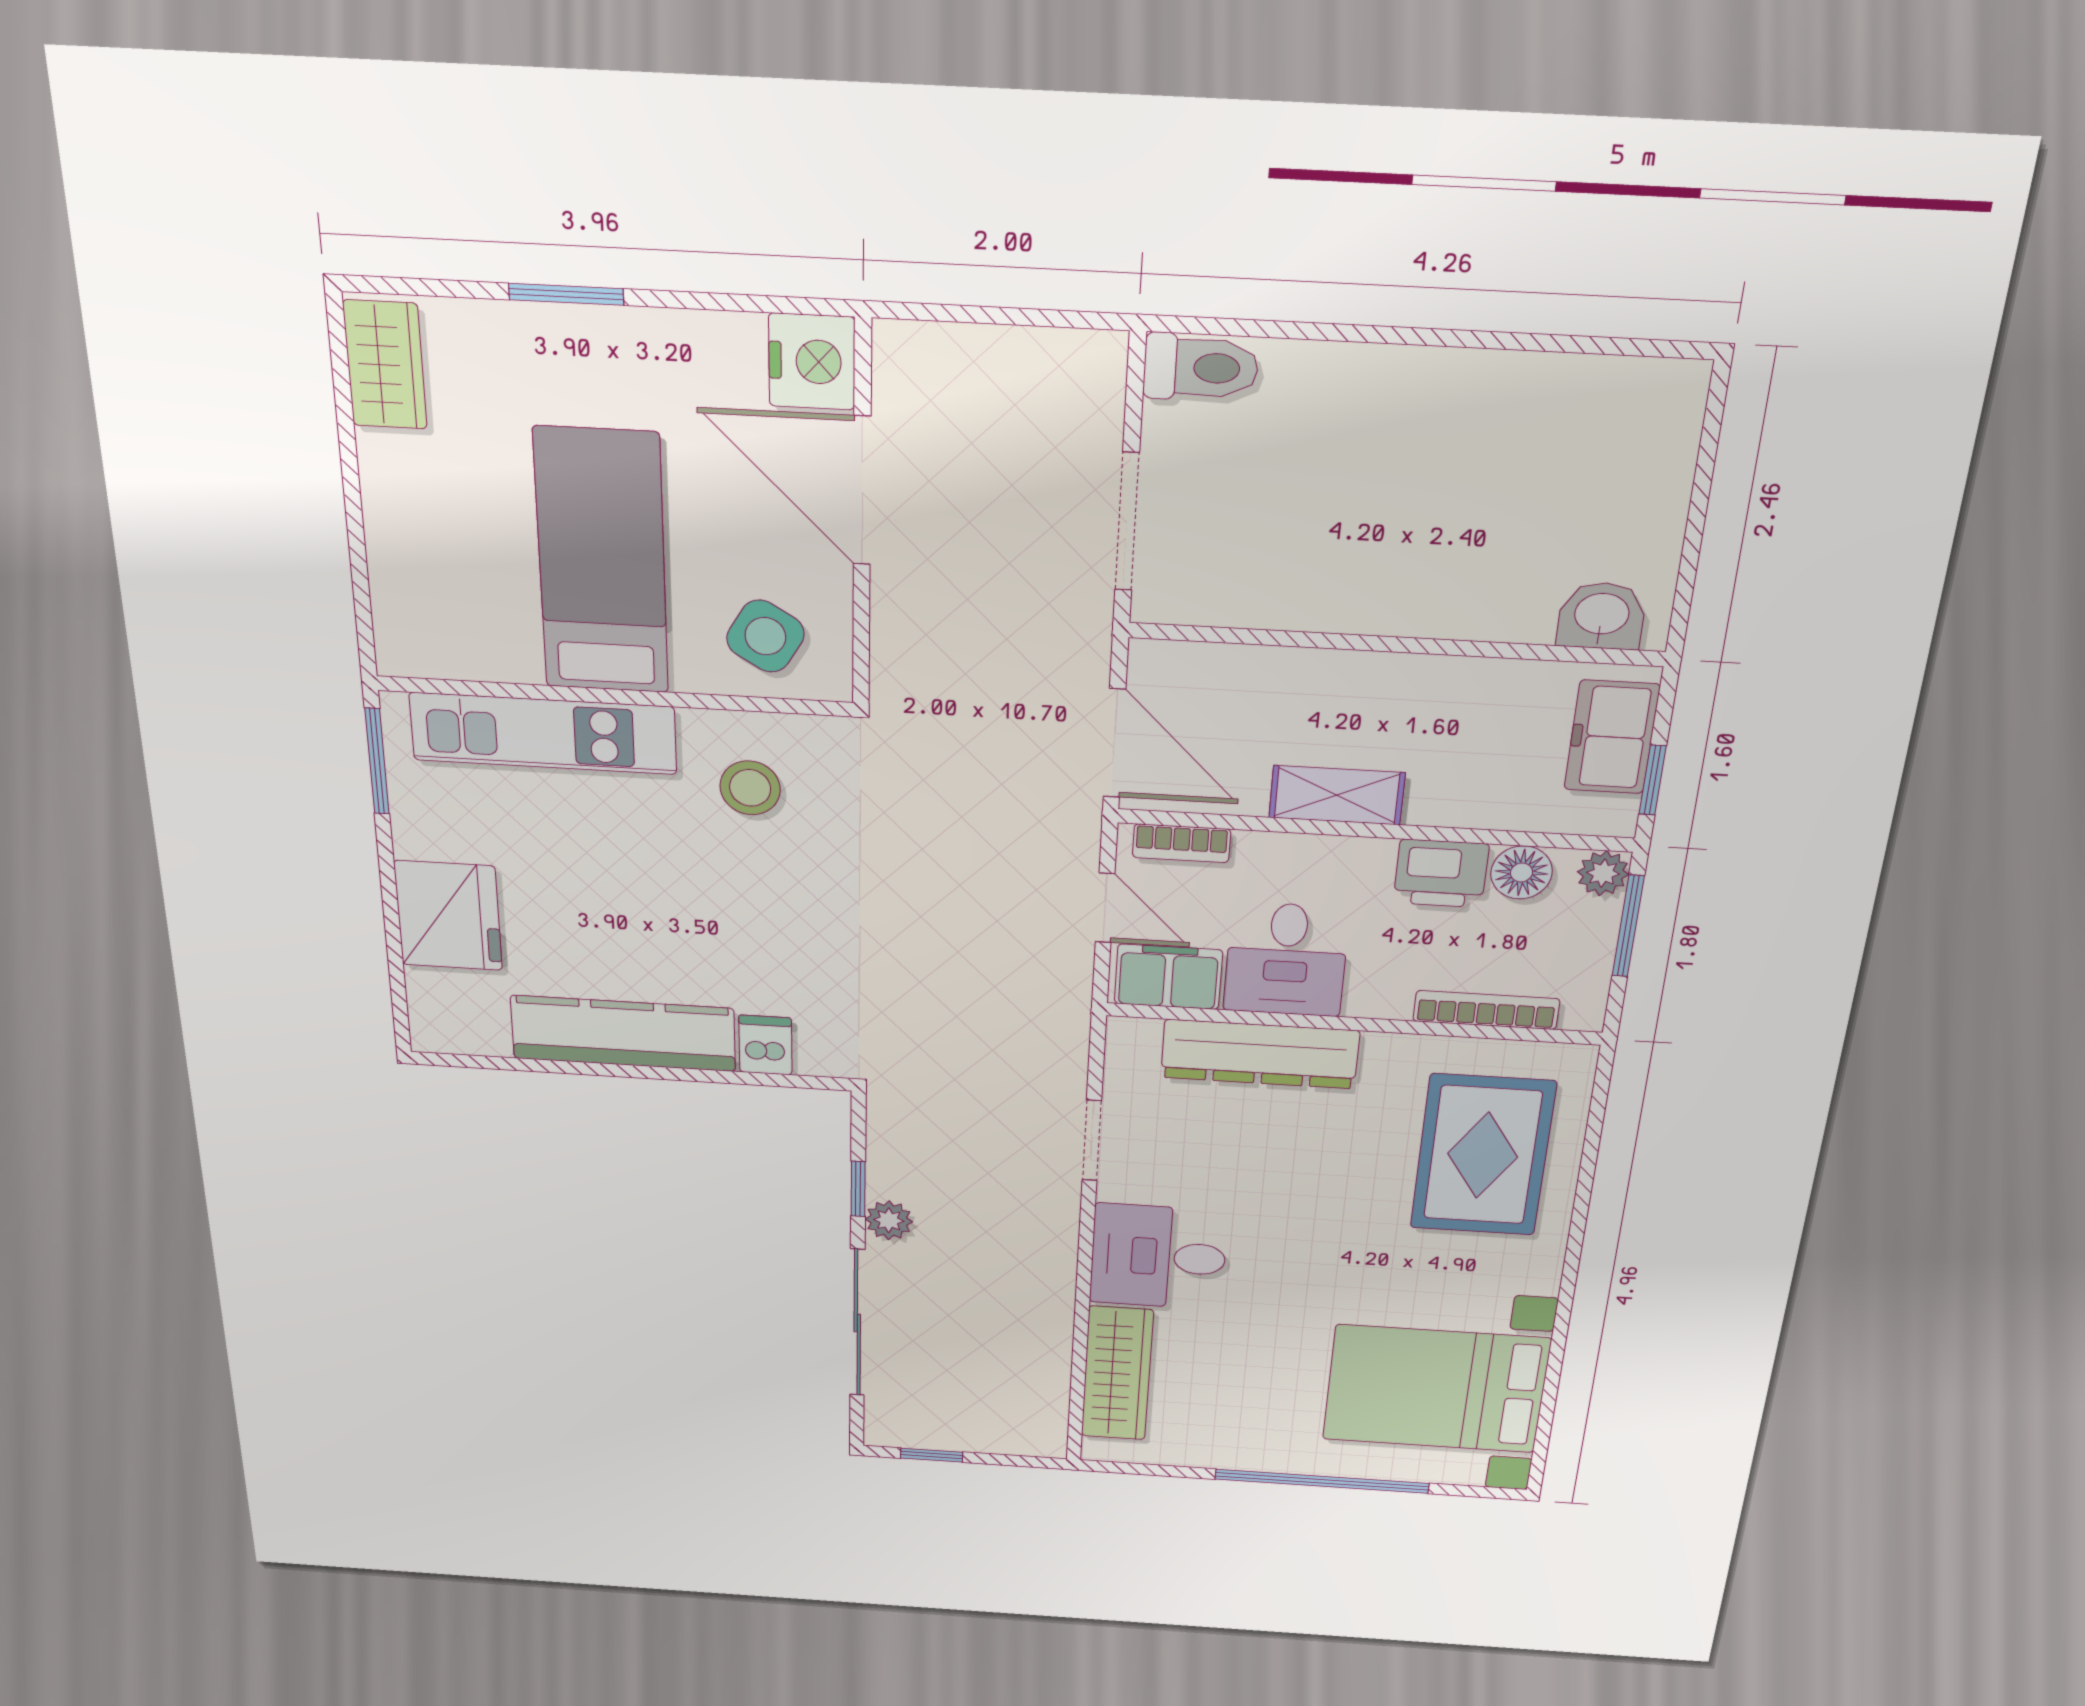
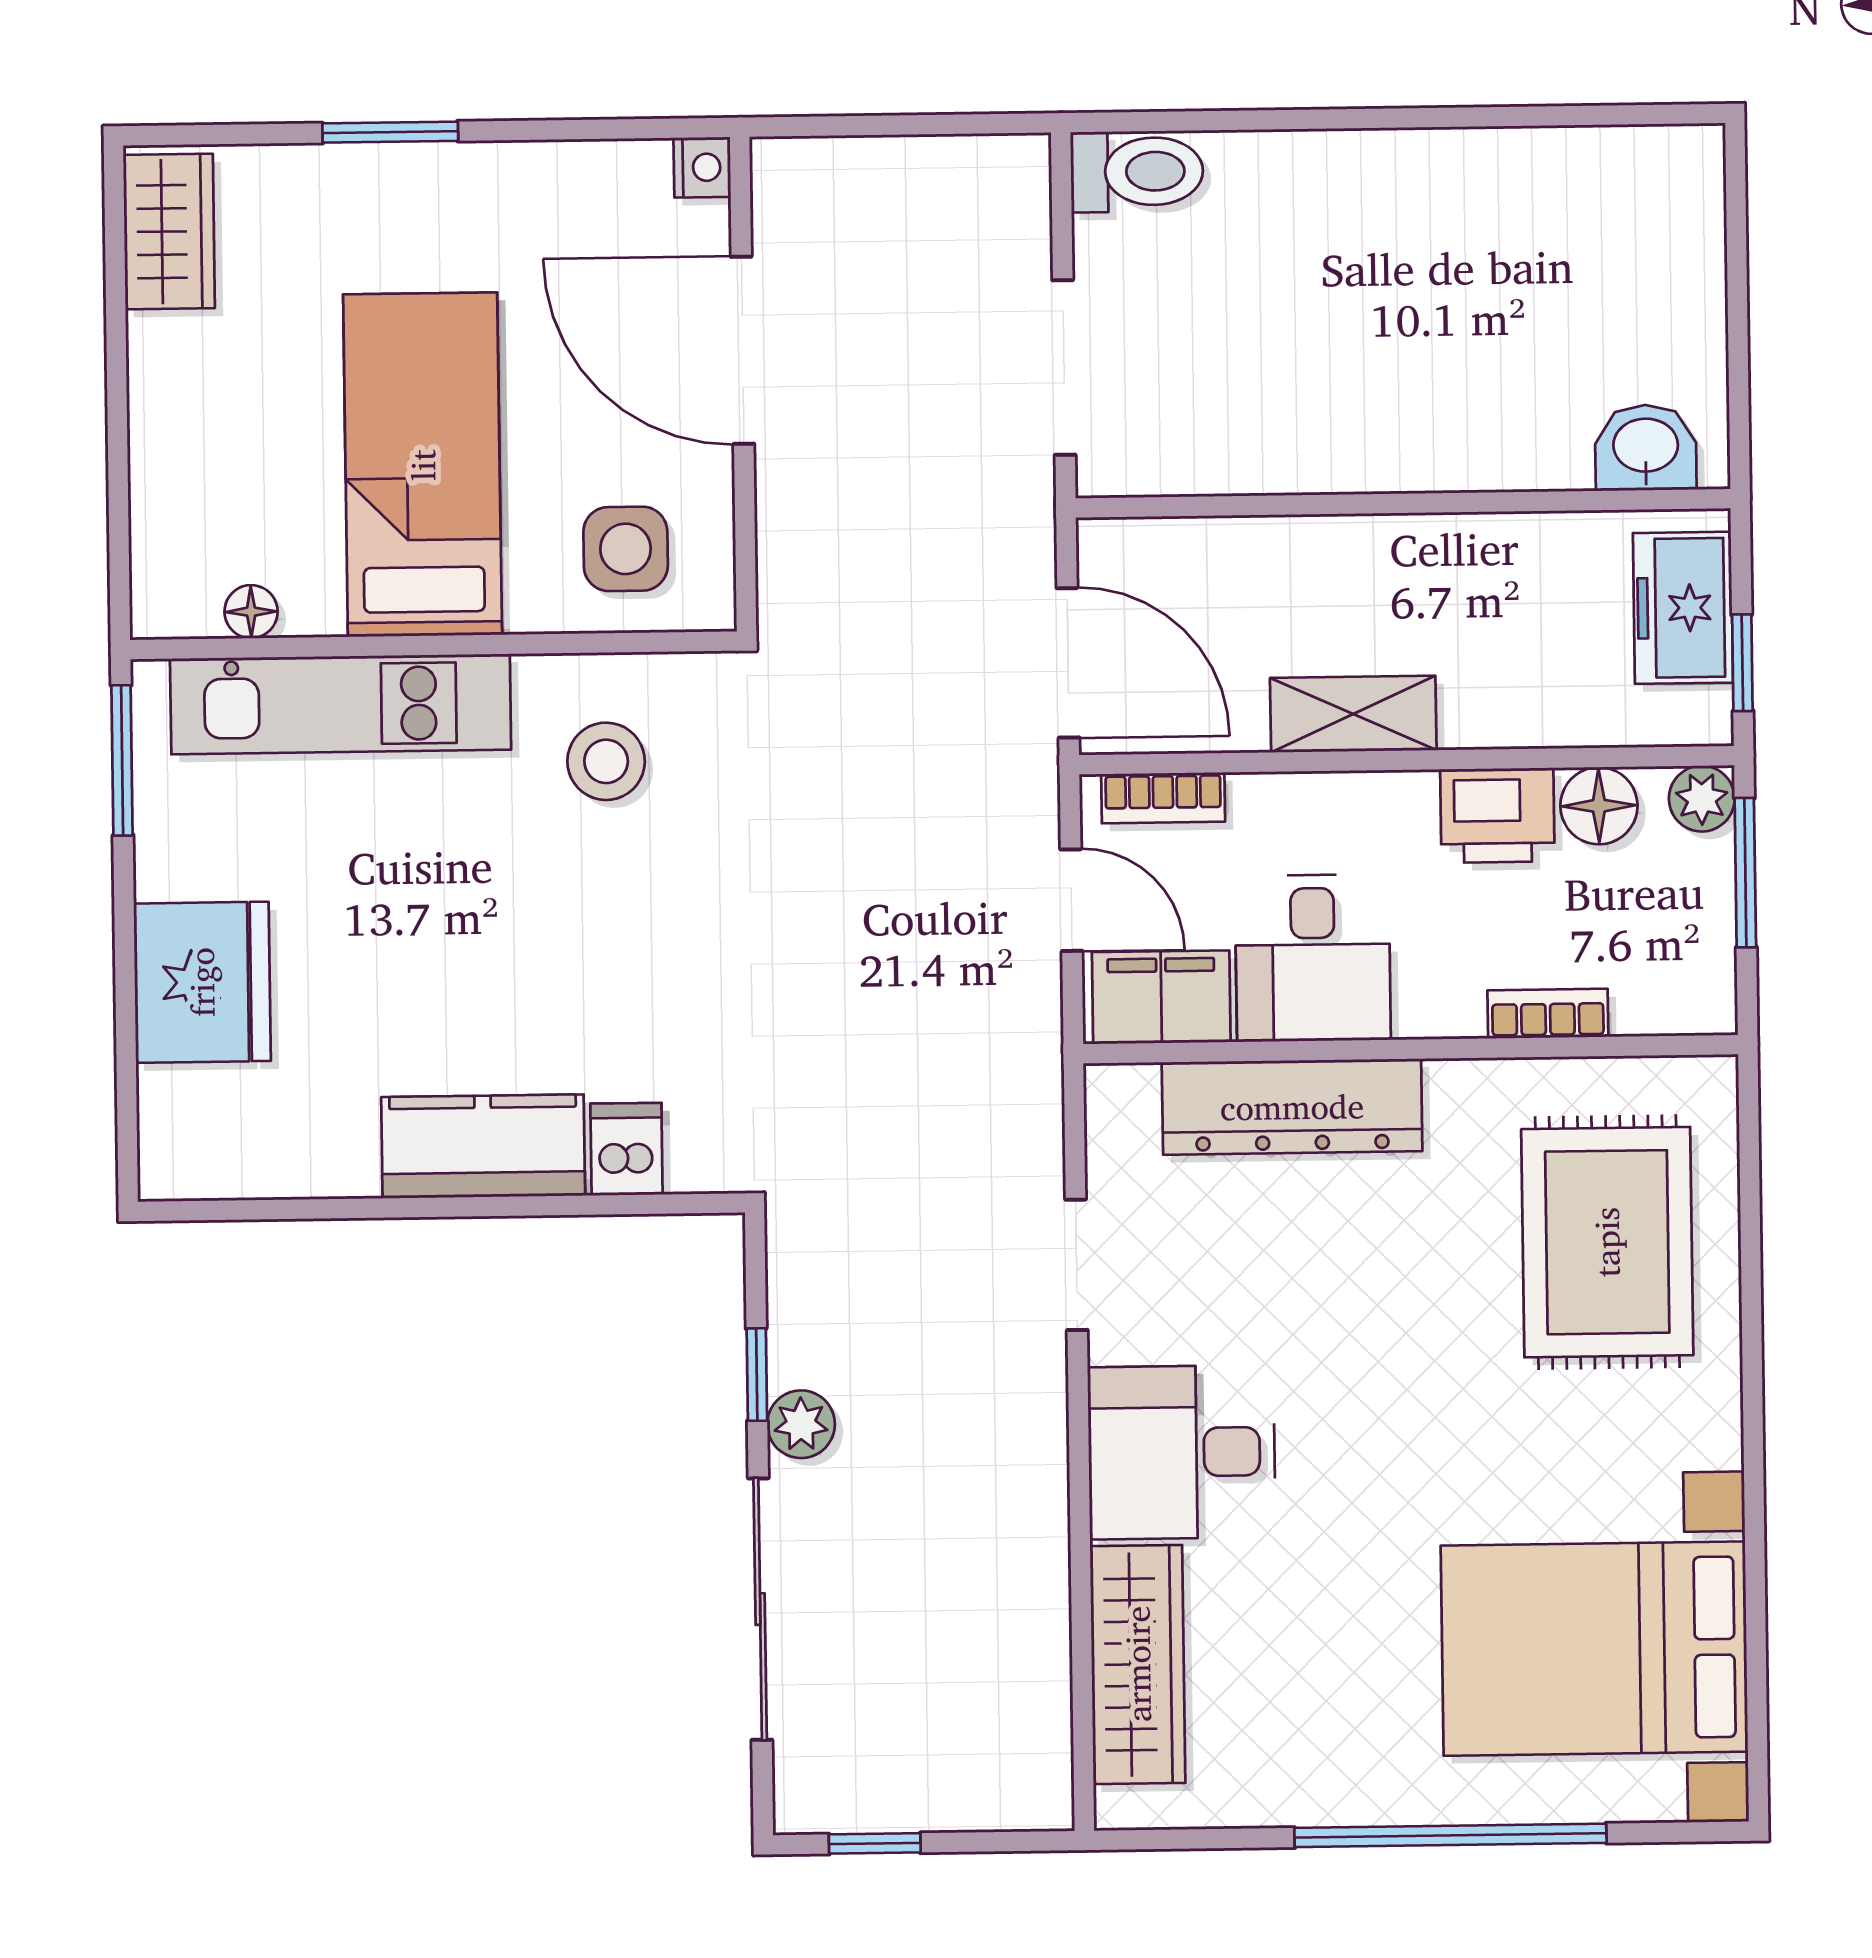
nightstand: (812, 362) -> (702, 167), width x0.53, depth x0.56
side table: (765, 636) -> (626, 549), turned -31
floor lamp: (470, 662) -> (251, 612), added
bookcase: (1486, 1010) -> (1548, 1014), width x0.64
kitchen counter: (623, 1033) -> (483, 1146), width x0.67

